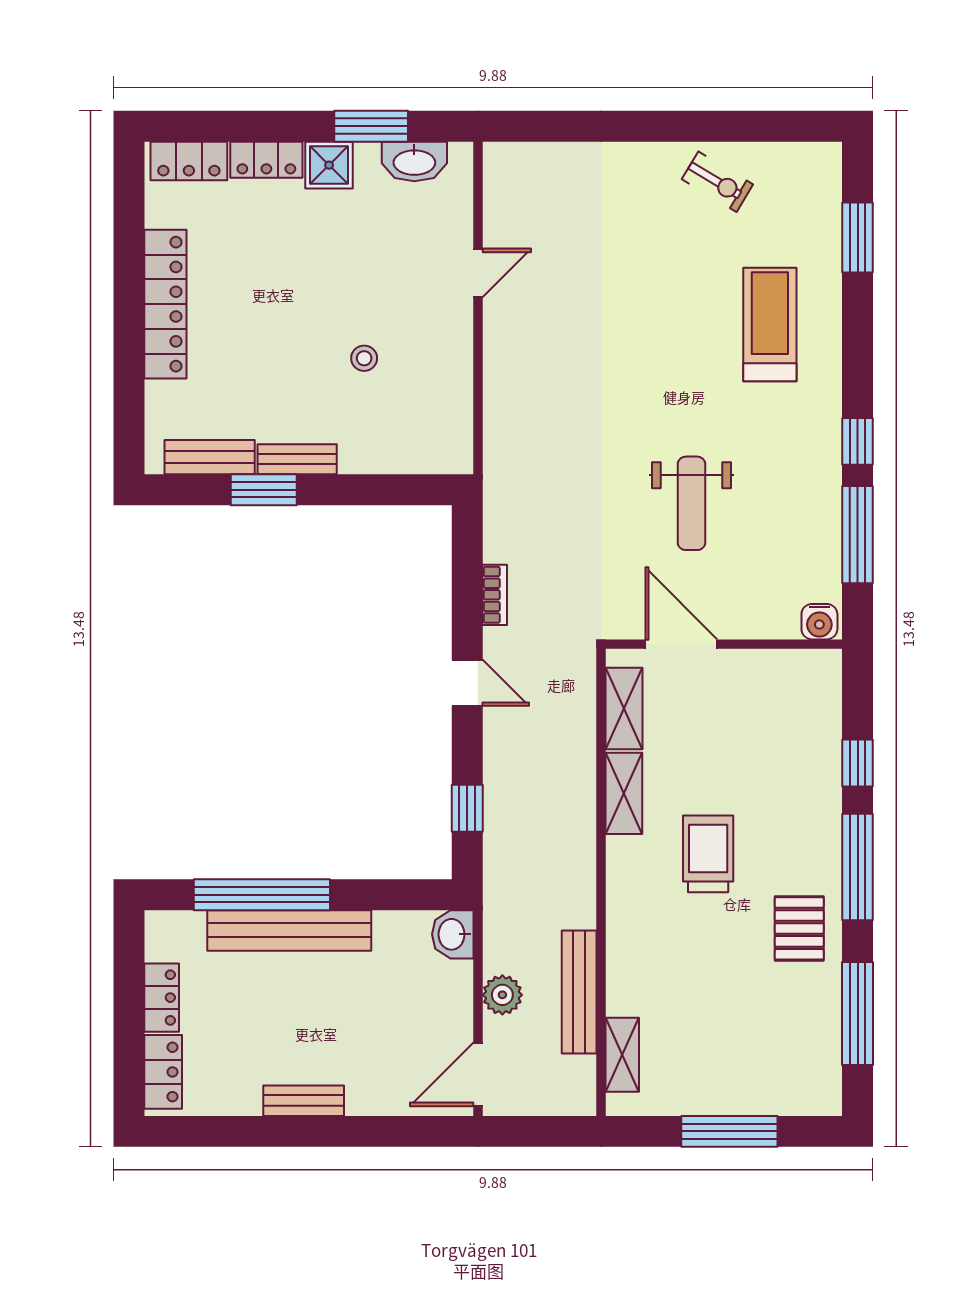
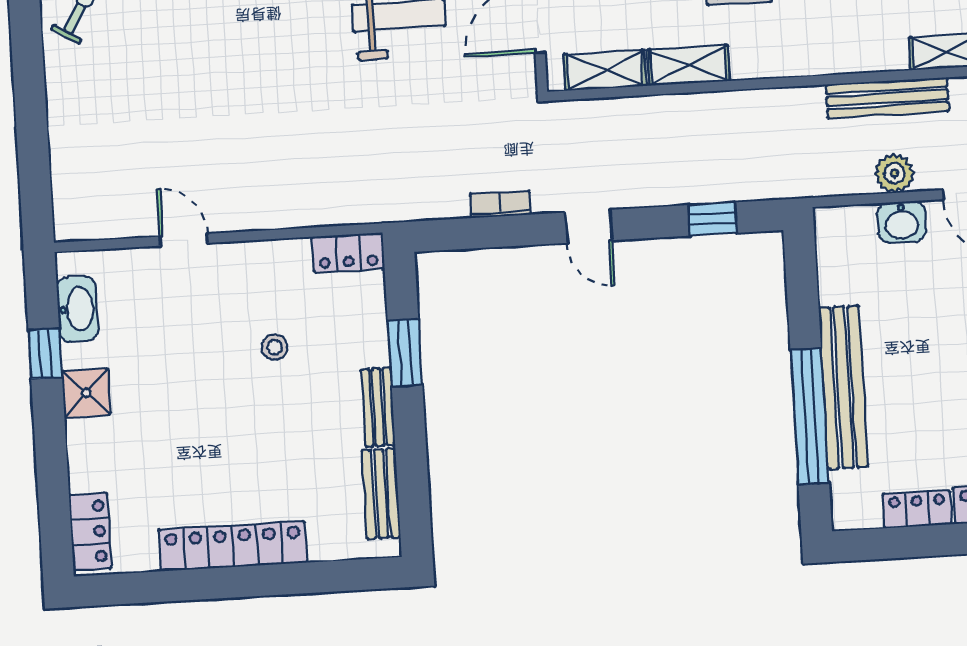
window: (371, 126) -> (45, 354), width x0.67
locker: (266, 160) -> (348, 253), moved, turned 90
window: (264, 490) -> (405, 353), moved
door: (467, 683) -> (589, 226), swing flipped
washbasin: (453, 934) -> (902, 222), moved

